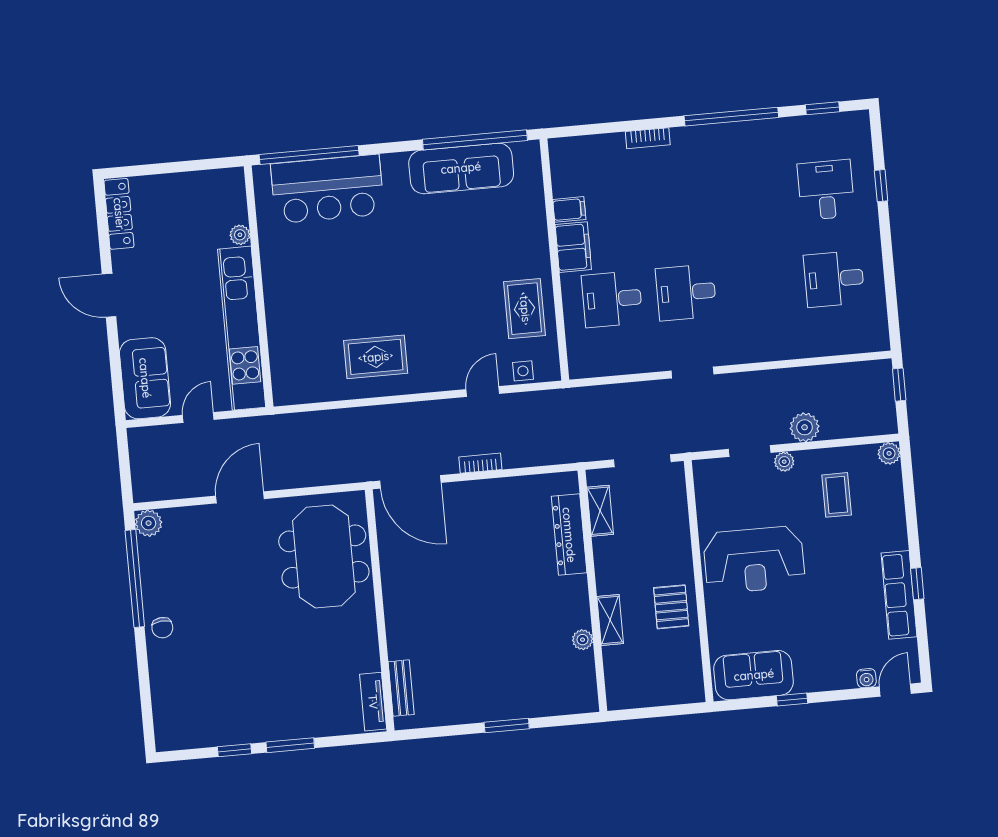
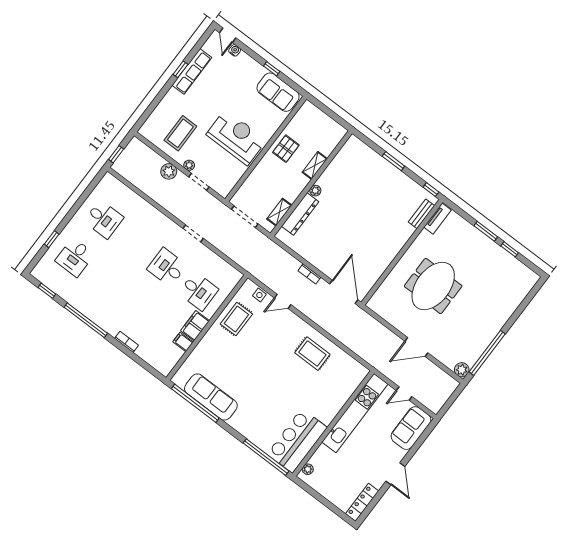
bar counter: (327, 189) -> (297, 441), moved, turned -90
plant: (240, 235) -> (308, 469), moved
desk: (686, 292) -> (167, 267), turned 180
plant: (889, 453) -> (145, 131), removed
coffee table: (837, 495) -> (180, 133), width x1.36, depth x1.30
meeting table: (324, 557) -> (433, 286), moved
chair: (162, 628) -> (494, 324), removed
plant: (583, 640) -> (315, 191), moved
door: (895, 690) -> (228, 35), hinge flipped
window: (419, 733) -> (431, 190), added

